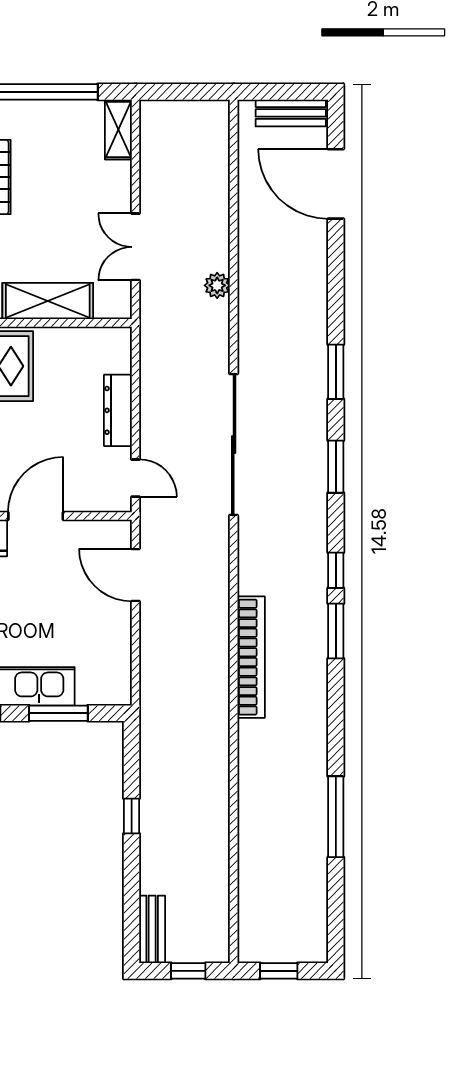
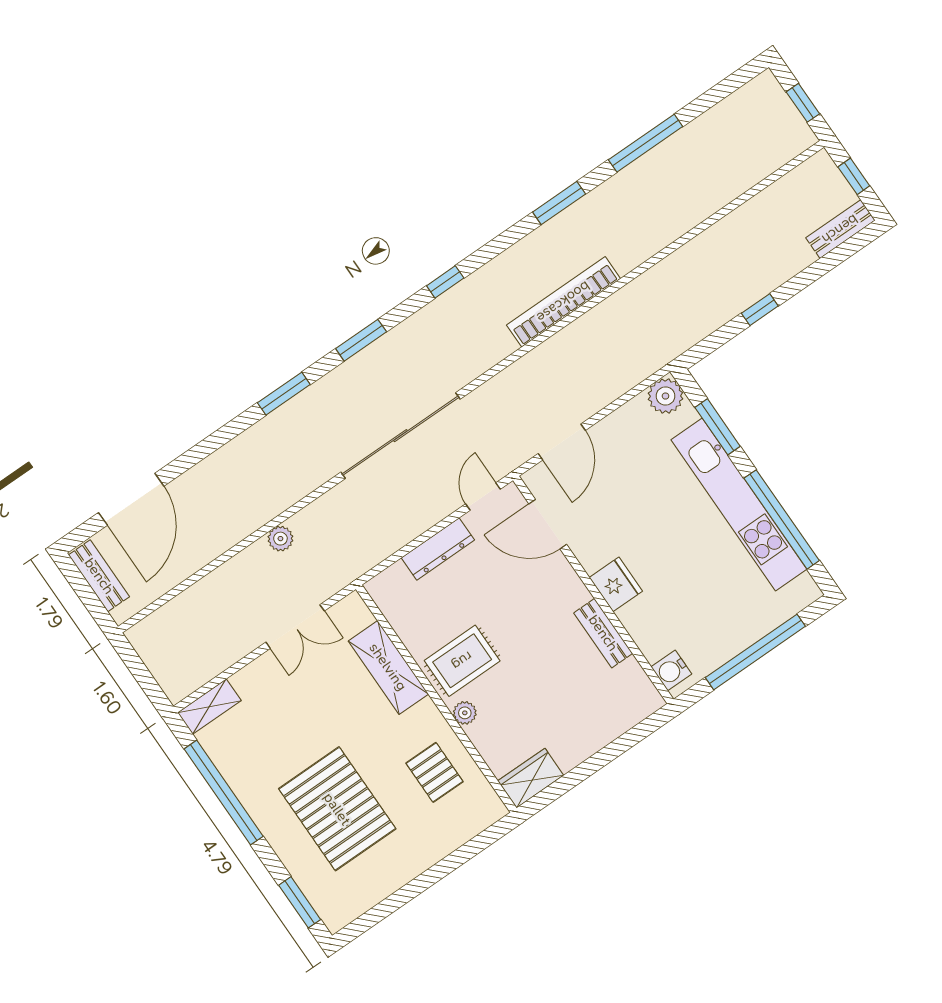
door: (36, 516) -> (548, 524), moved
window: (336, 631) -> (559, 203), moved
plant: (114, 688) -> (665, 396), added

